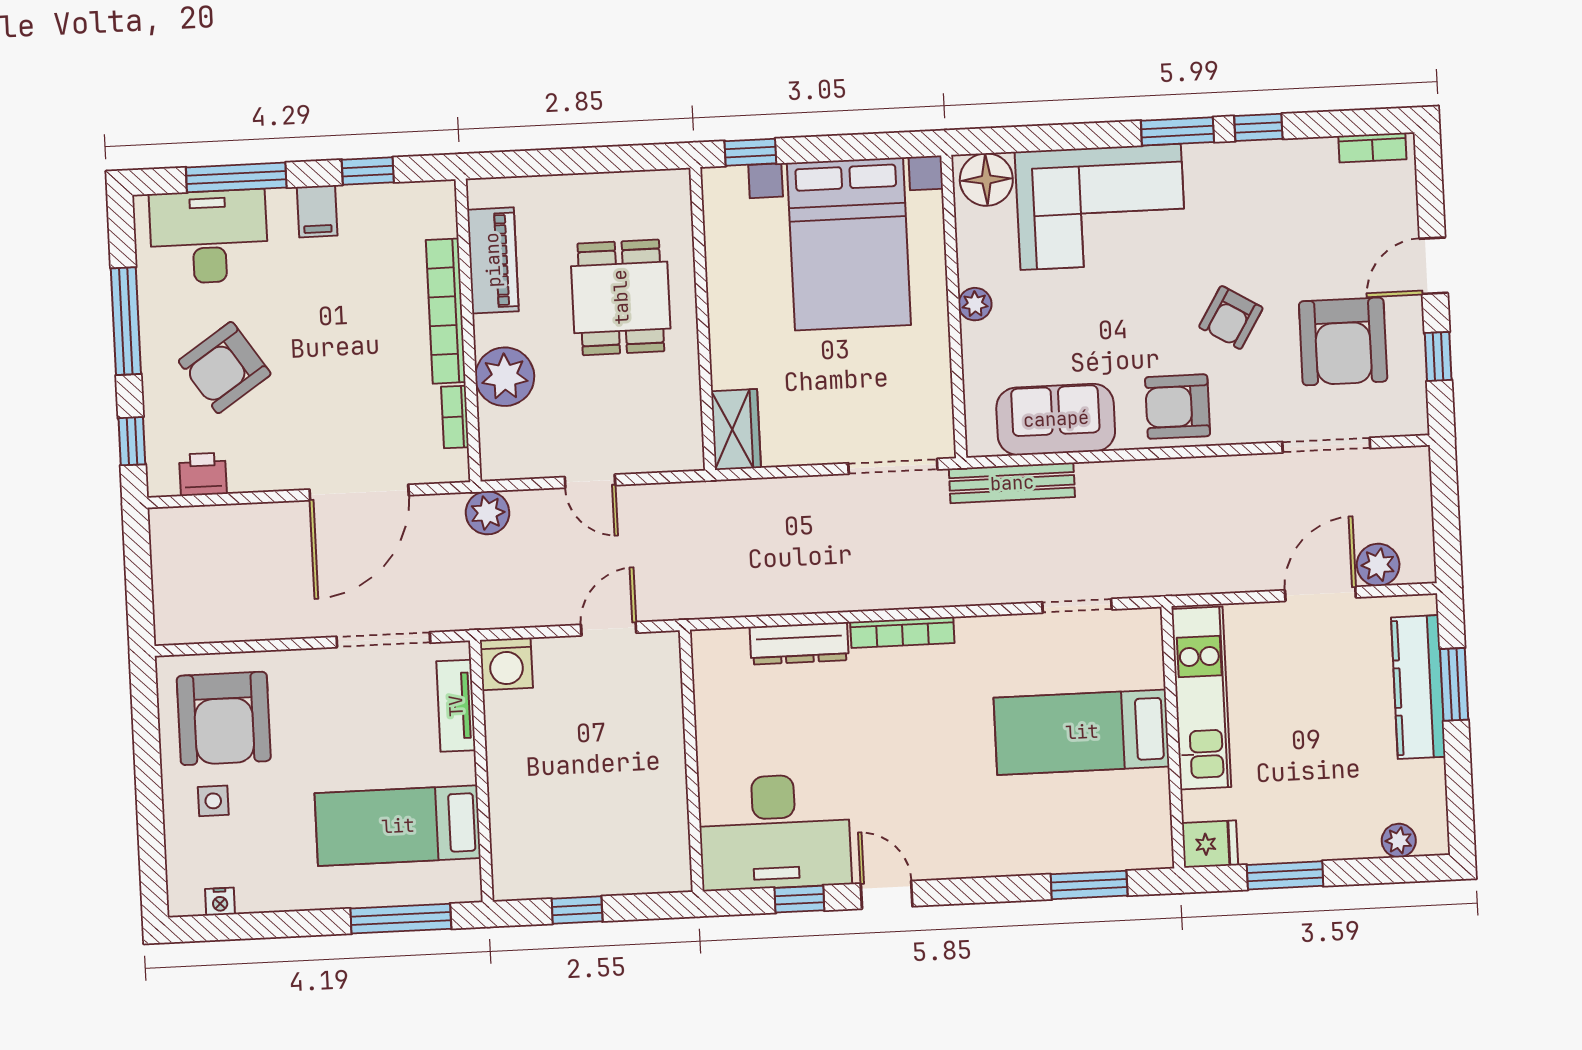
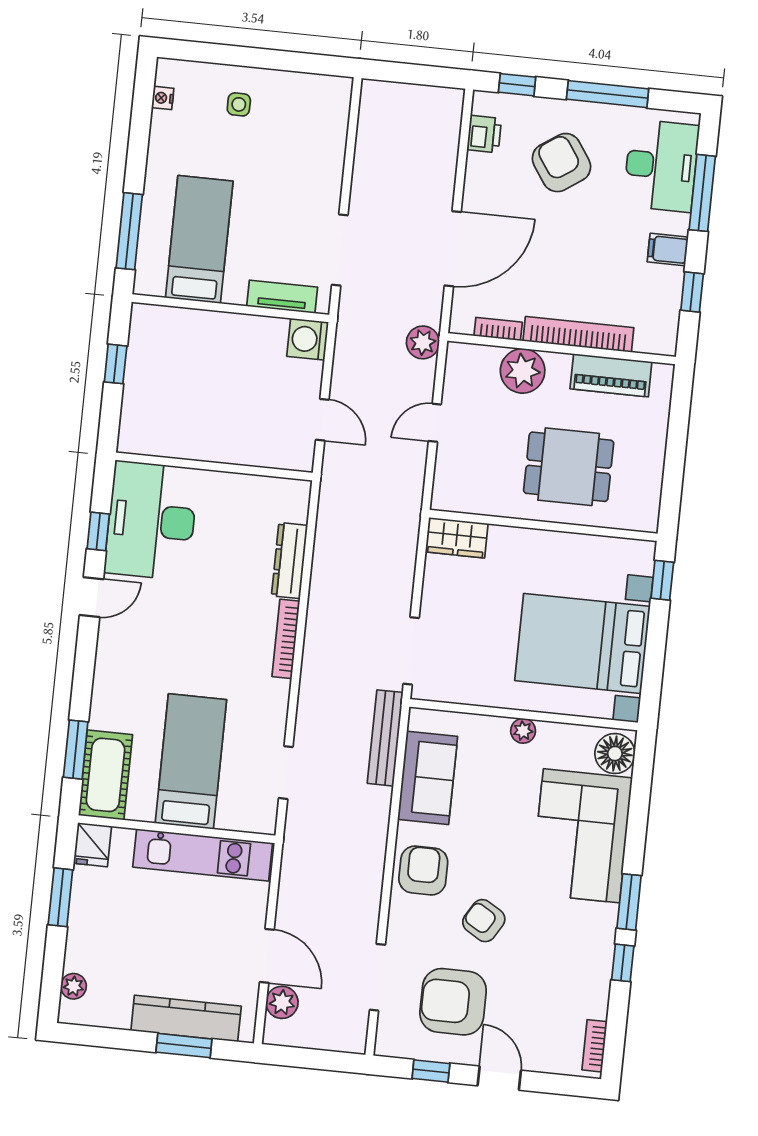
door: (359, 492) -> (453, 249), swing flipped
armchair: (224, 718) -> (299, 122), removed
cot: (1116, 841) -> (105, 775), added

